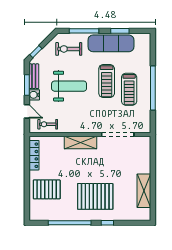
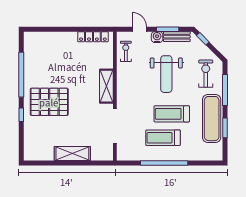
door: (27, 111) -> (139, 29), swing flipped
pallet: (47, 189) -> (57, 50), removed
shelving: (144, 191) -> (72, 154), moved
pallet: (95, 196) -> (49, 102), turned 90

